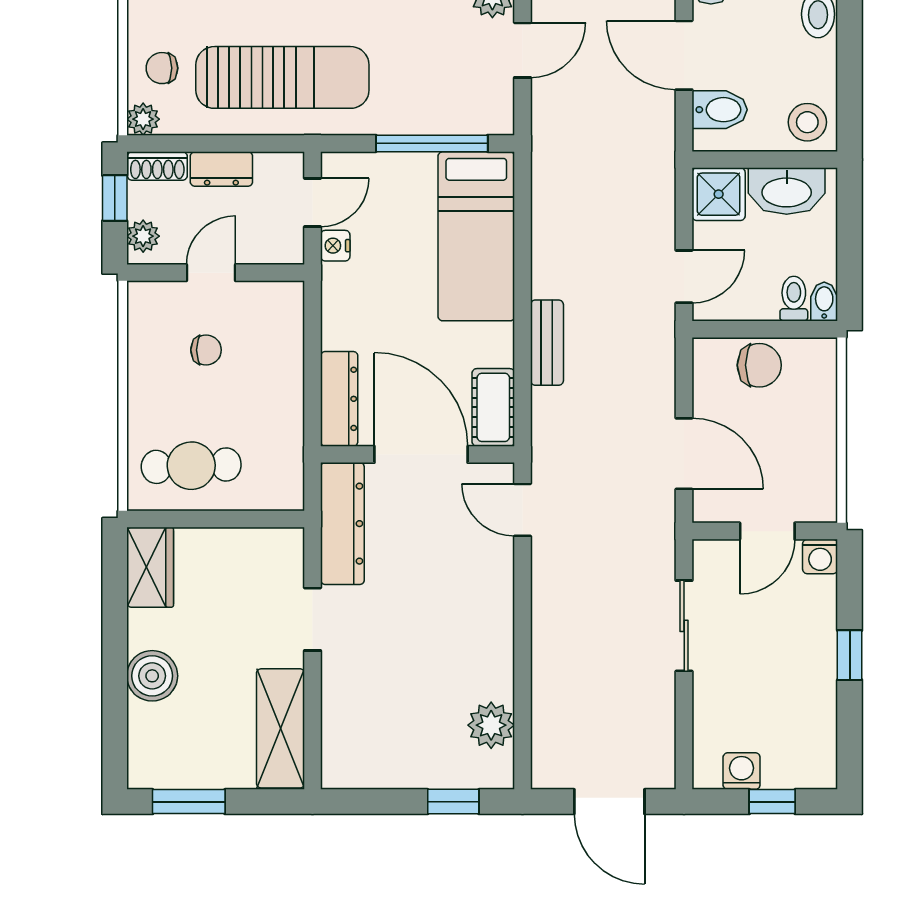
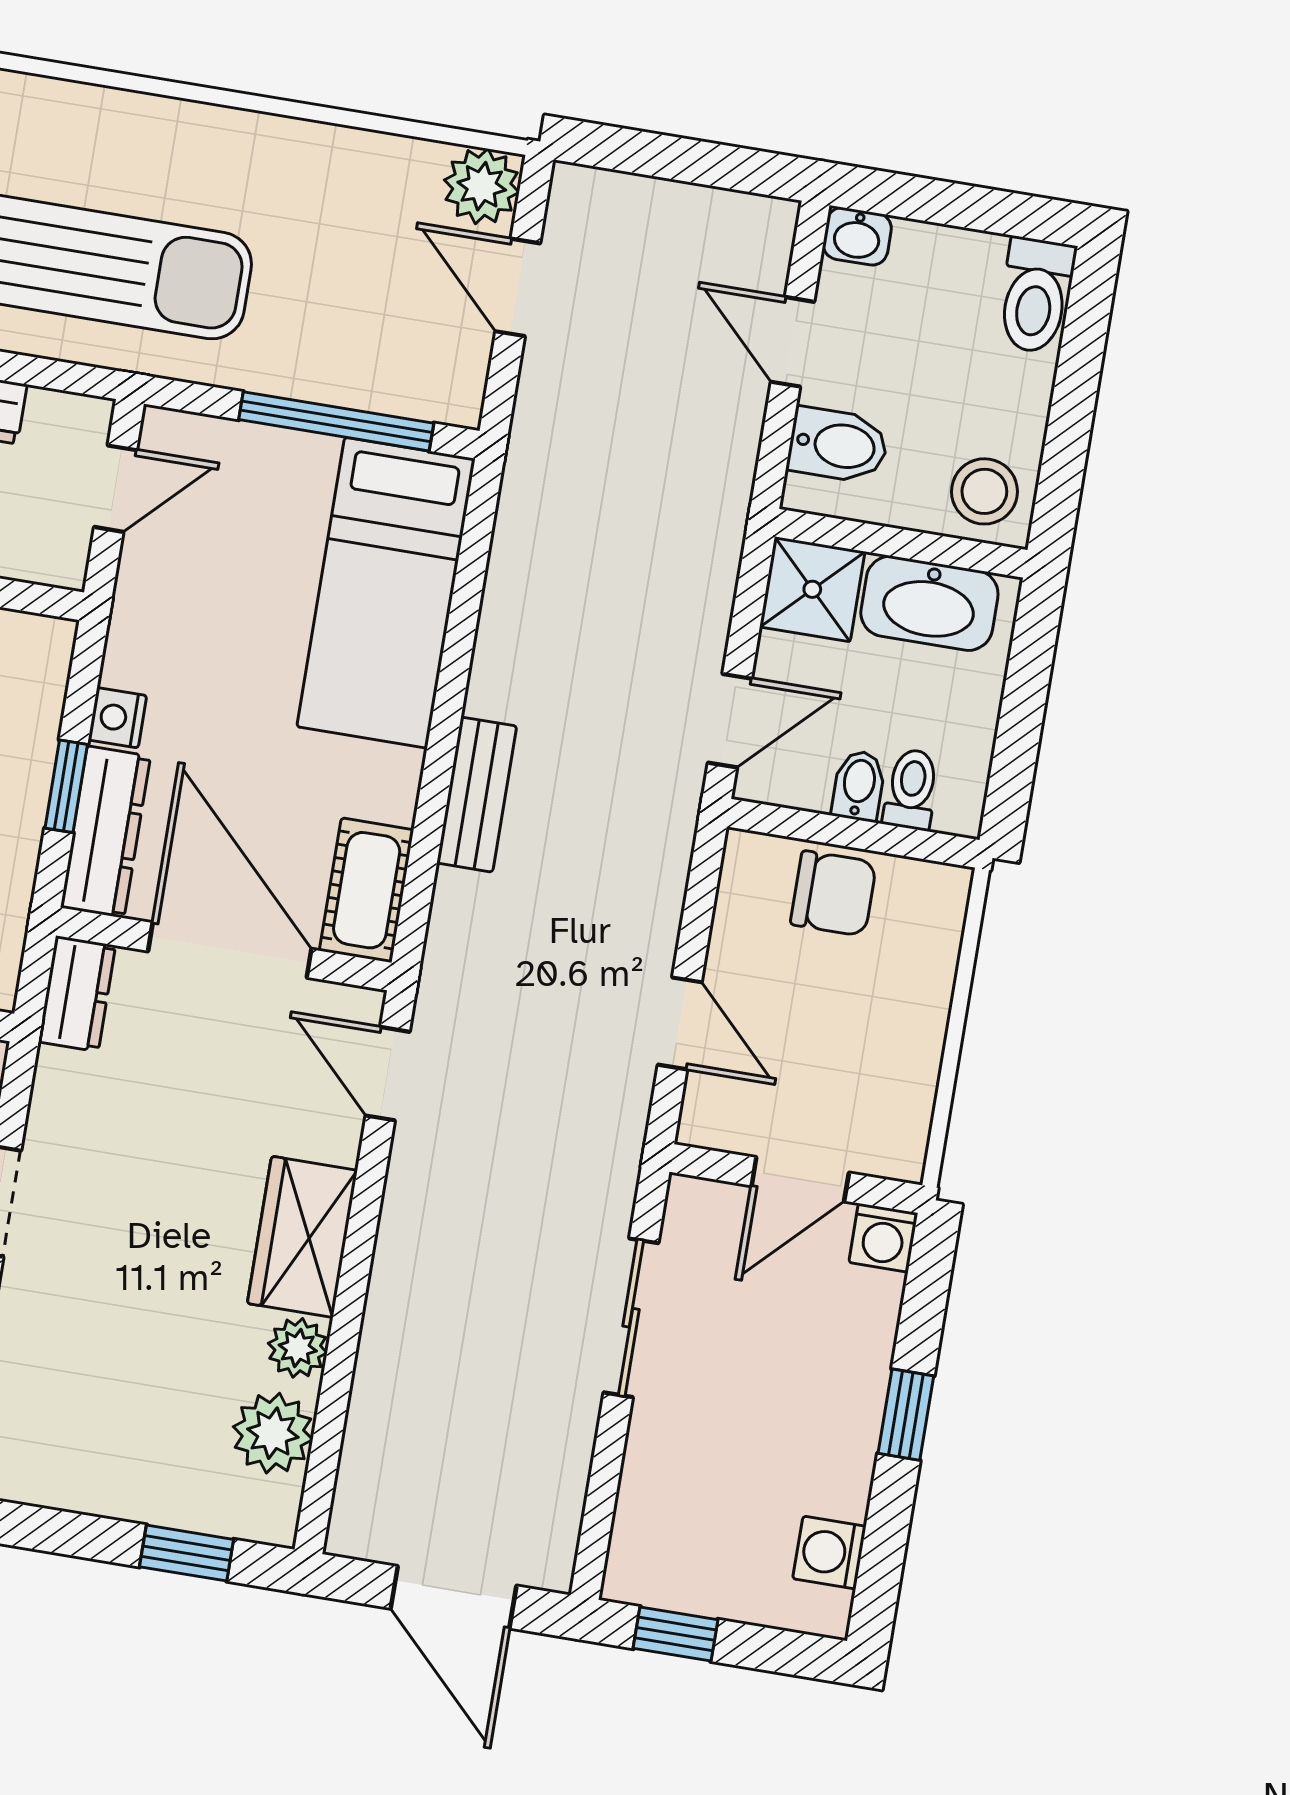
door: (523, 50) -> (518, 287), swing flipped
door: (684, 55) -> (793, 342), width x0.73
nightstand: (335, 246) -> (117, 718), moved
bidet: (824, 302) -> (859, 786), moved
window: (313, 377) -> (66, 786), added
door: (684, 454) -> (680, 1023), width x0.73
dresser: (342, 524) -> (77, 994), width x0.51, depth x0.80
wardrobe: (489, 611) -> (302, 1237), added
plant: (497, 674) -> (298, 1348), added
washing machine: (742, 771) -> (829, 1553), moved, turned -90
window: (772, 802) -> (675, 1634), moved

